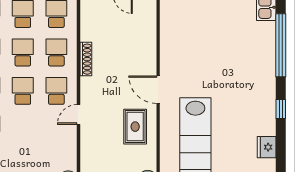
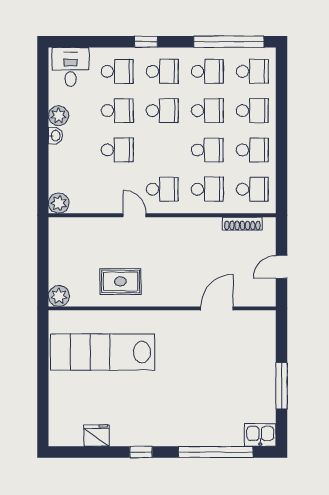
shoe rack: (86, 59) -> (242, 224), moved
door: (158, 90) -> (217, 308), moved
school desk: (23, 91) -> (117, 150), moved

